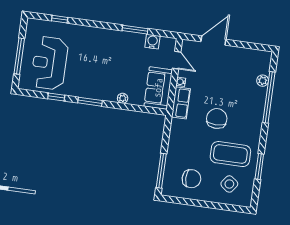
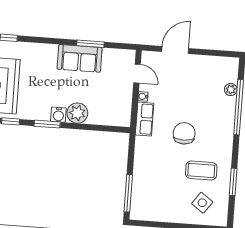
water cooler: (152, 42) -> (58, 115), moved, turned 180
sofa: (158, 88) -> (80, 58), moved, turned -90
plant: (123, 98) -> (77, 113), width x1.87, depth x1.87
coffee table: (230, 154) -> (201, 171), width x0.73, depth x0.76
chair: (191, 179) -> (161, 200), removed

